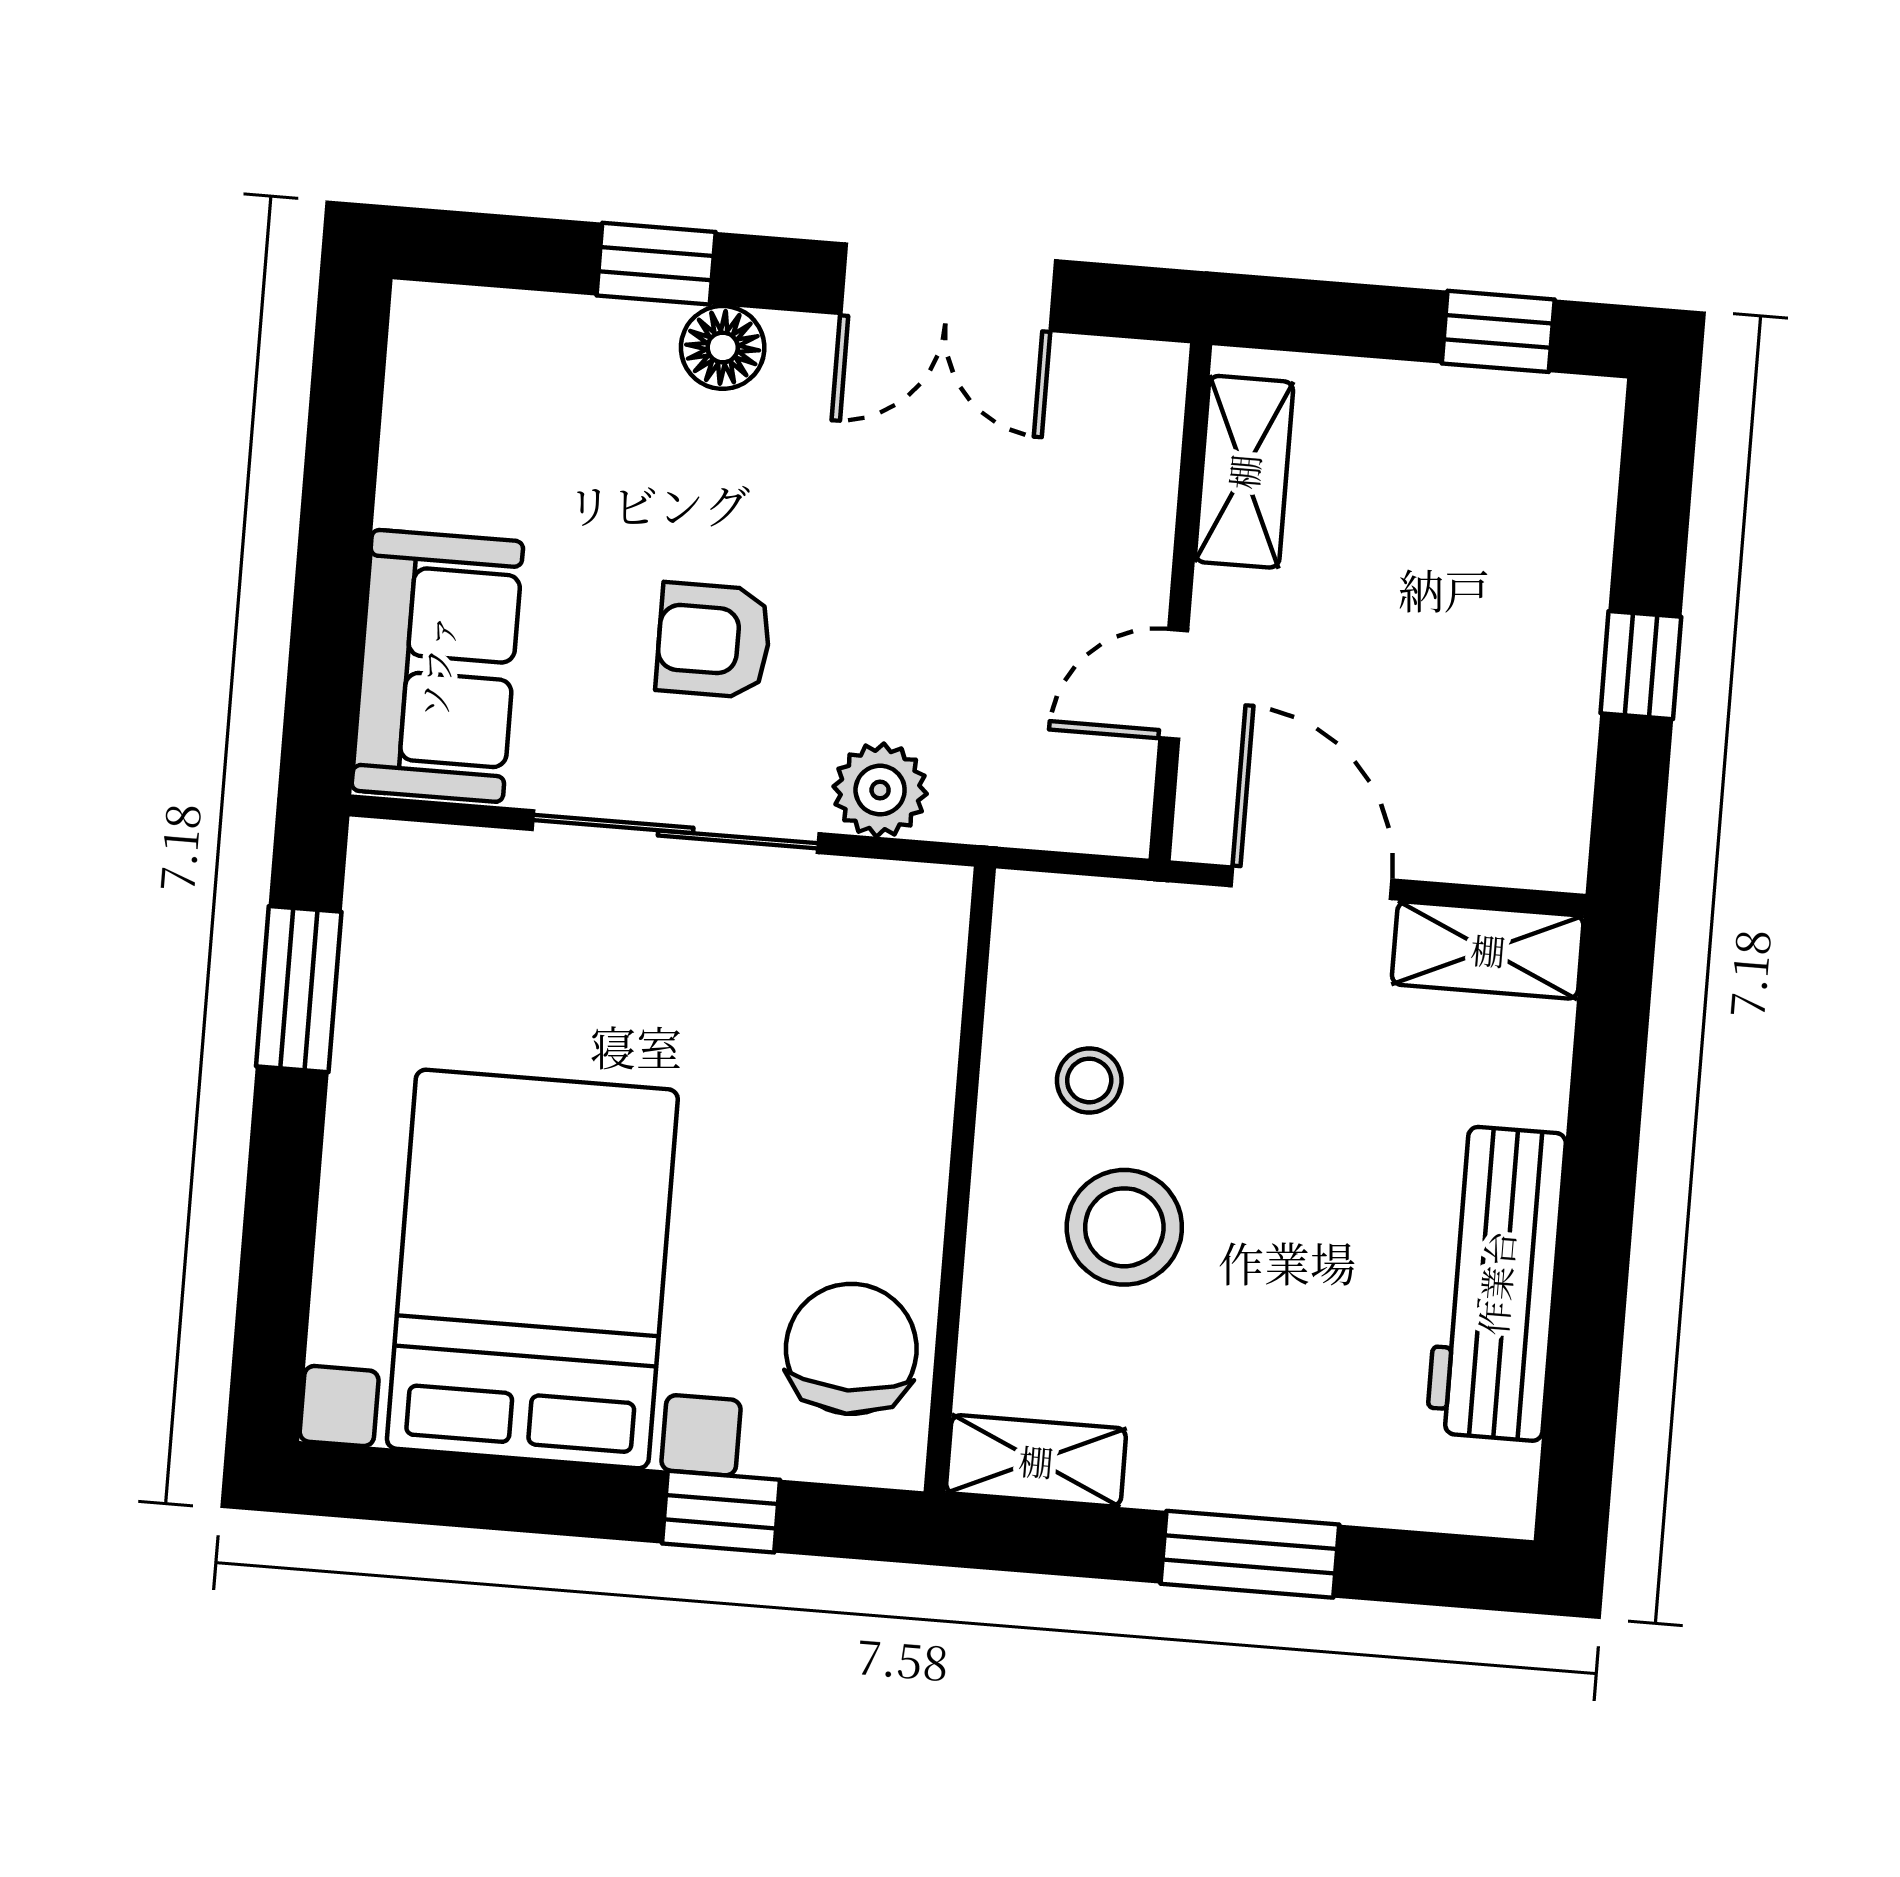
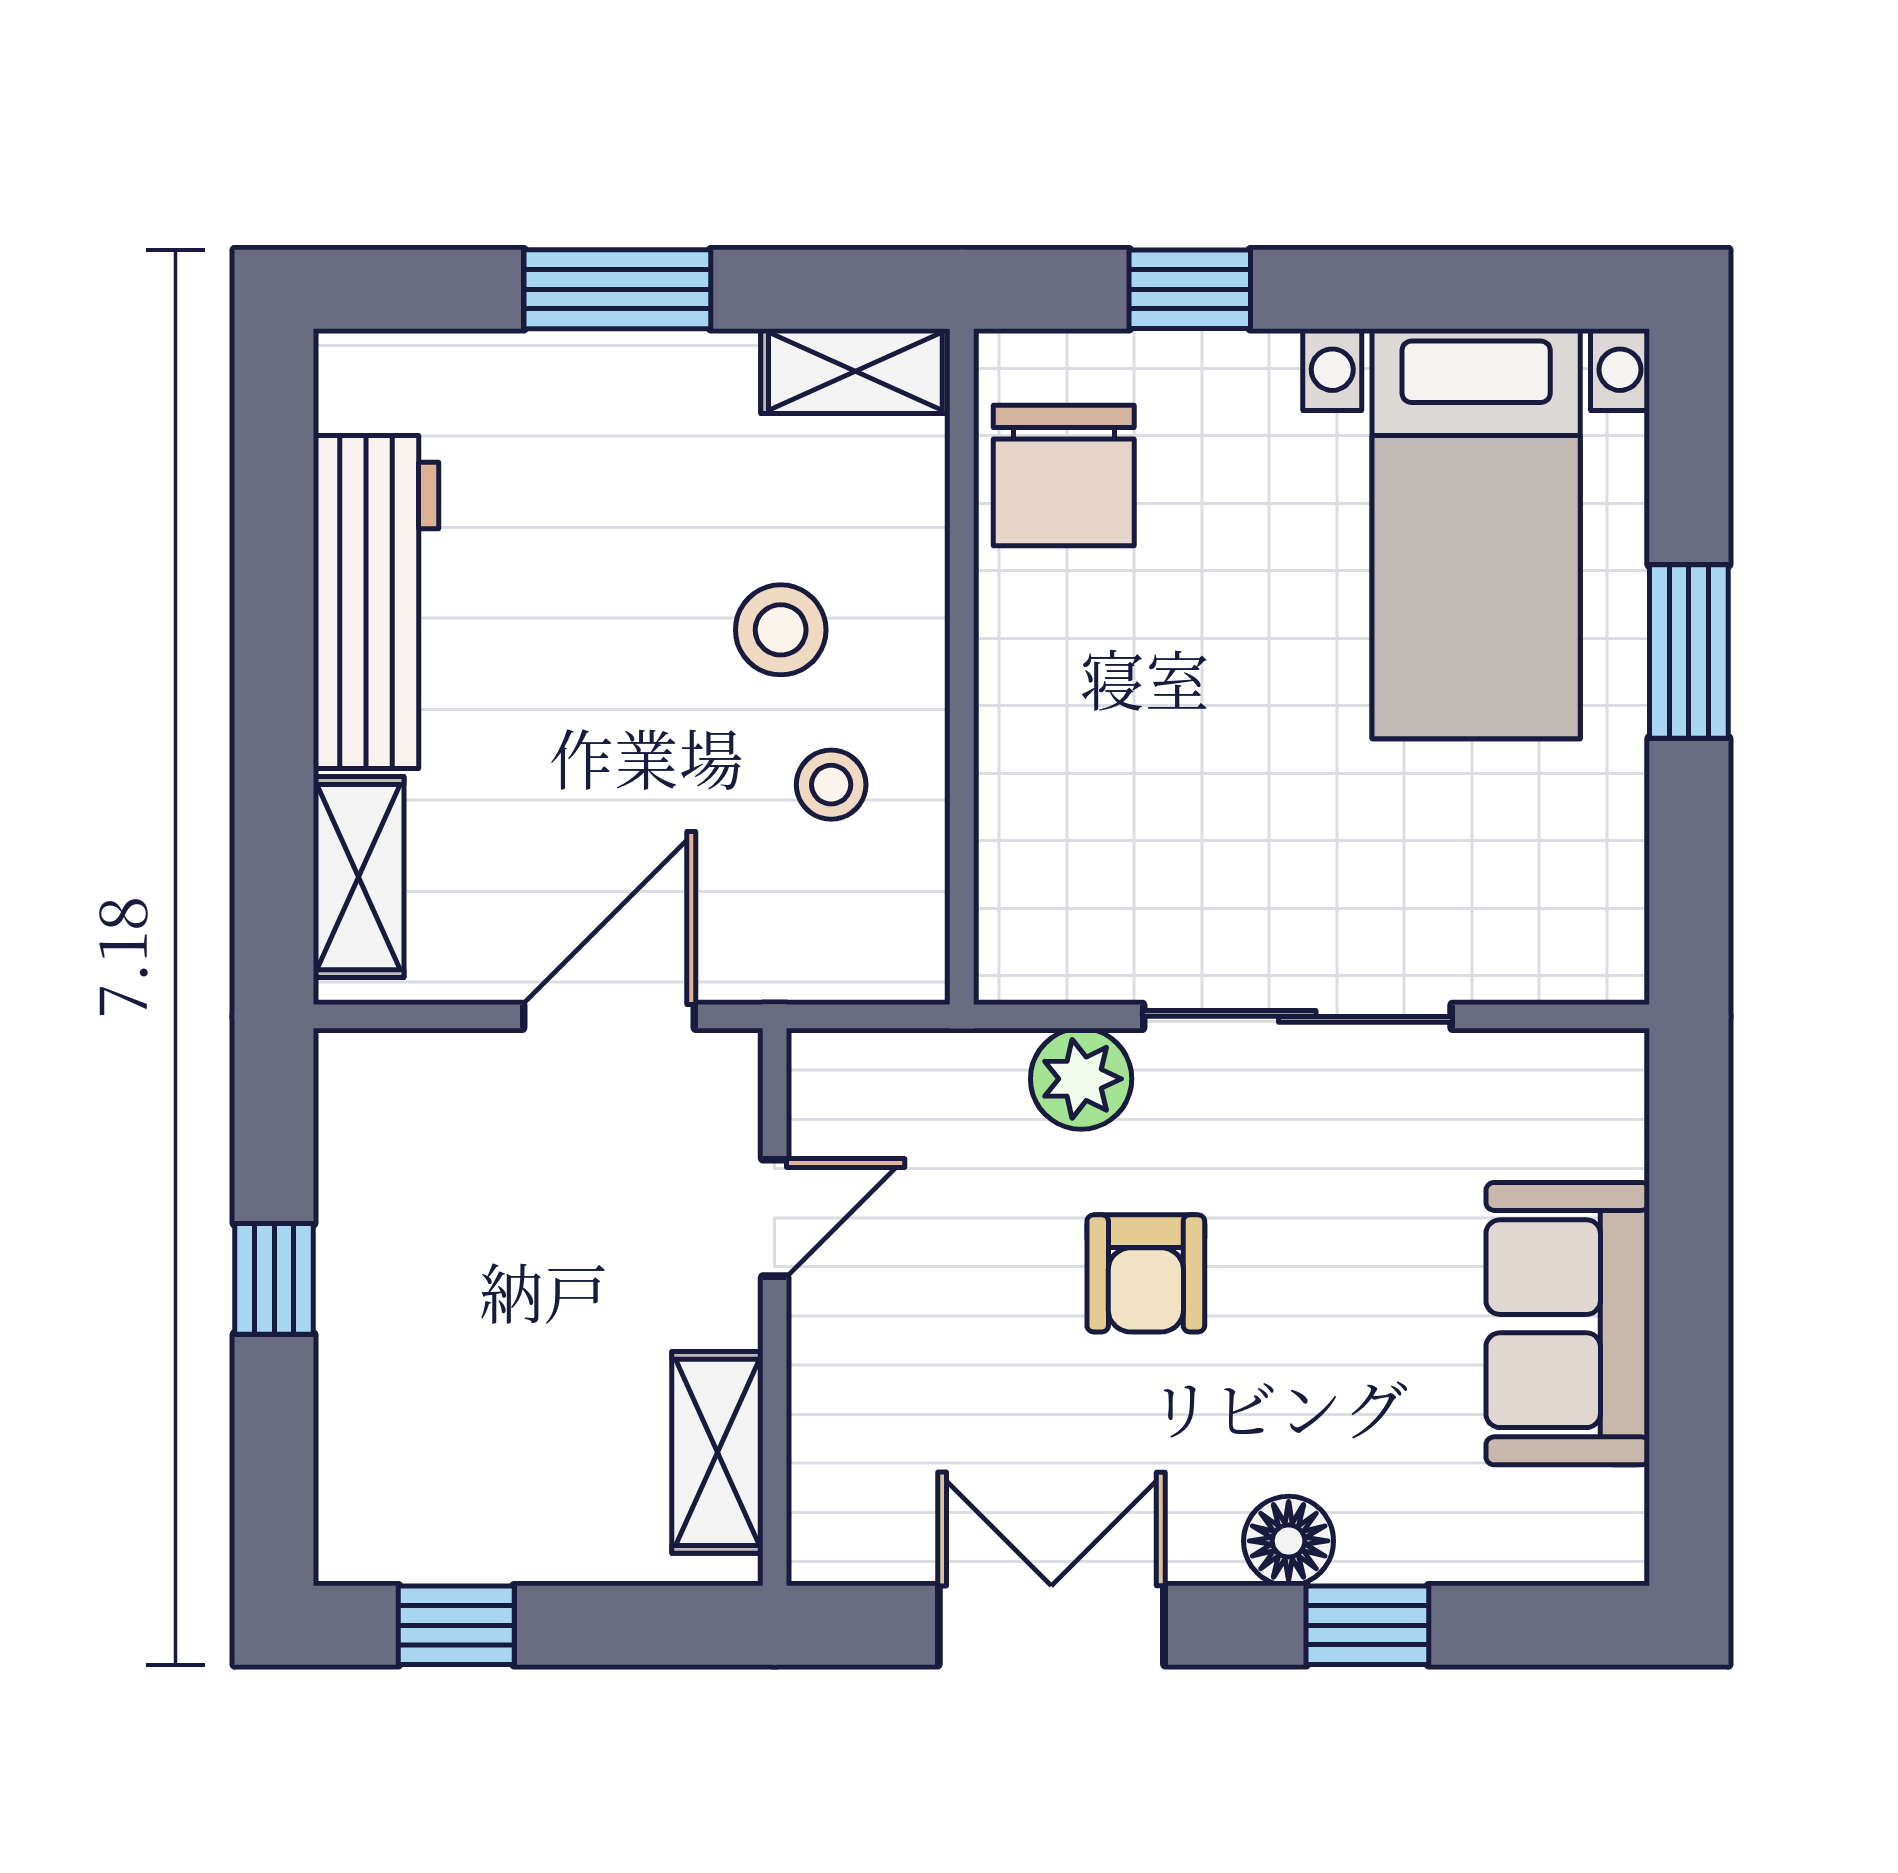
armchair: (714, 640) -> (1146, 1273), moved, turned 90
sofa: (437, 666) -> (1568, 1324), moved
door: (1312, 883) -> (609, 1016), swing flipped
shelving: (1488, 950) -> (359, 877), moved, turned 90
window: (299, 989) -> (1689, 652), moved
stool: (1124, 1227) -> (781, 630), width x0.73, depth x0.73
bed with nightstands: (532, 1269) -> (1476, 534), width x0.73

